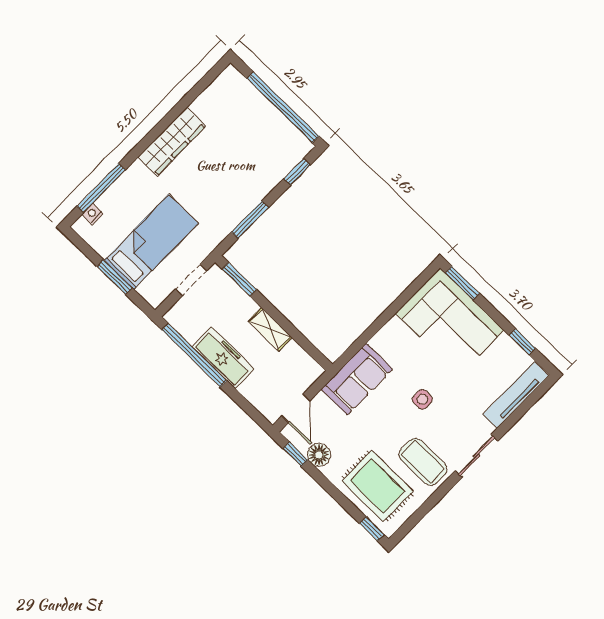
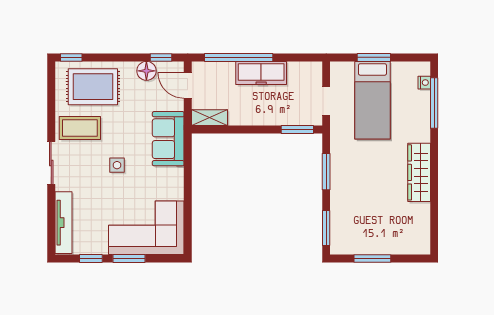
window: (283, 107) -> (372, 258), width x0.47
window: (297, 172) -> (326, 228), width x1.50
window: (462, 283) -> (129, 258), moved
shelving: (270, 329) -> (209, 118), moved
window: (194, 355) -> (239, 57), moved

